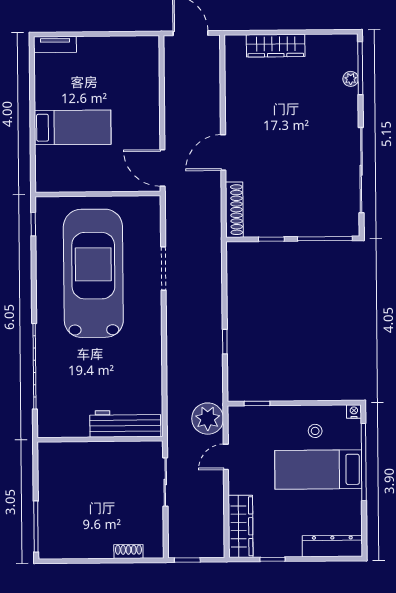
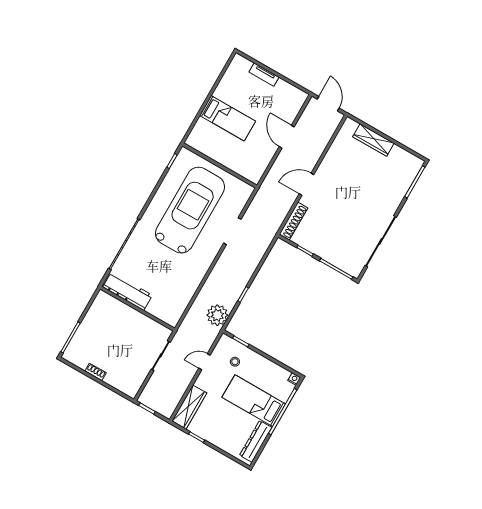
tv unit: (55, 44) -> (264, 75), moved
plant: (351, 79) -> (406, 185), removed
door: (163, 168) -> (287, 137), moved
plant: (208, 419) -> (217, 315), moved
workbench: (125, 424) -> (128, 291), moved
stool: (315, 431) -> (235, 362), moved
dresser: (332, 546) -> (256, 441), moved, turned -90
shoe rack: (128, 552) -> (96, 372), moved

